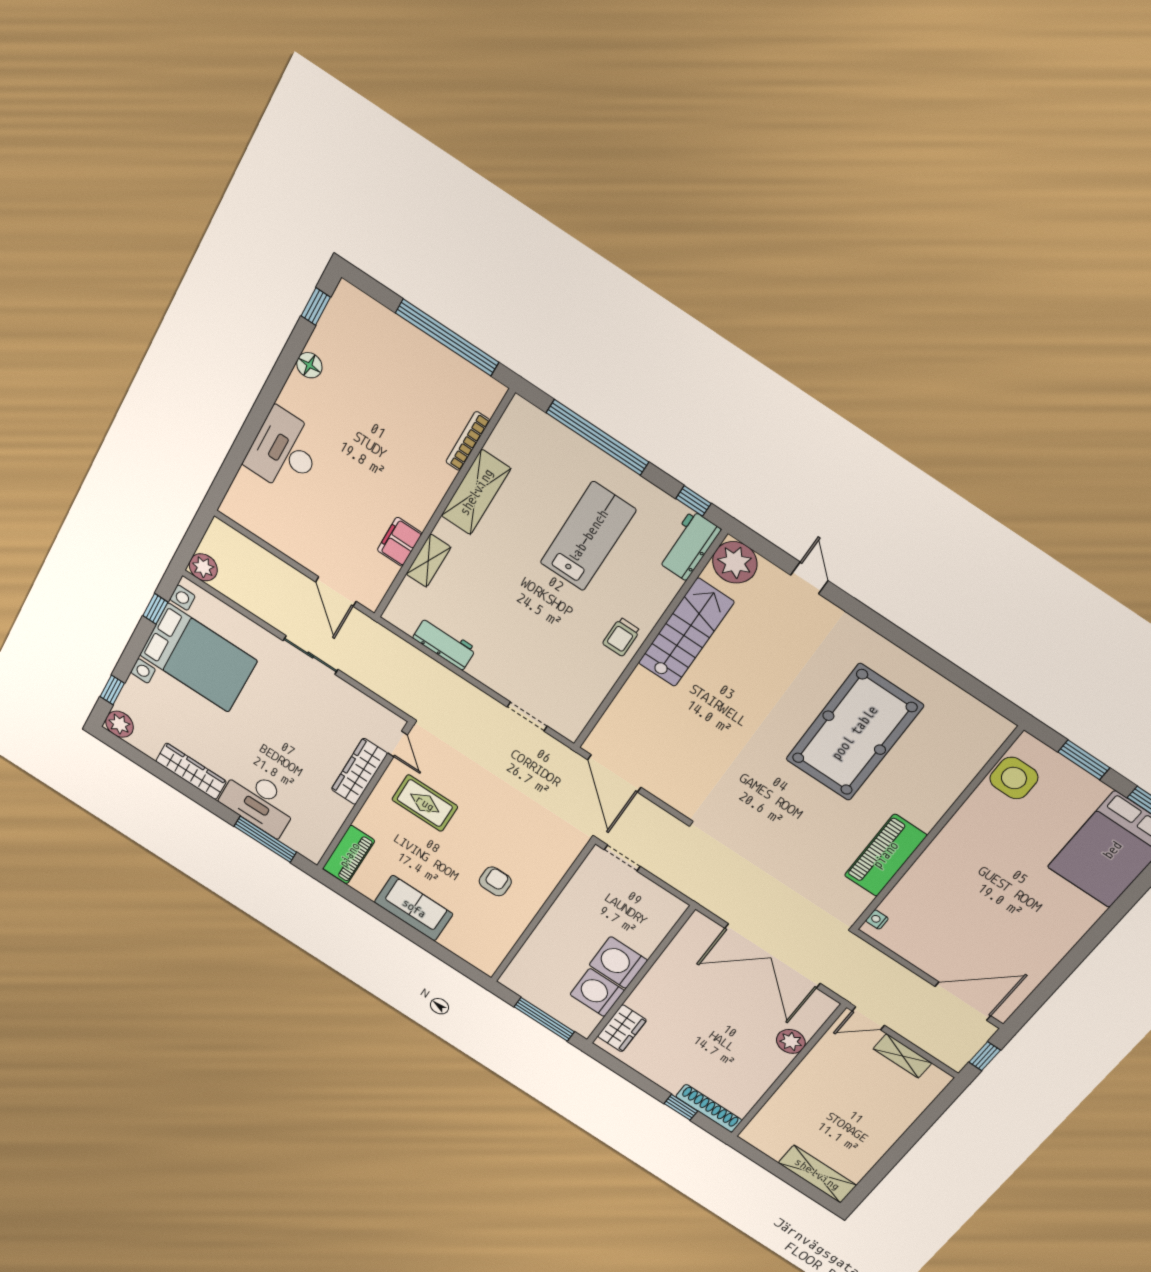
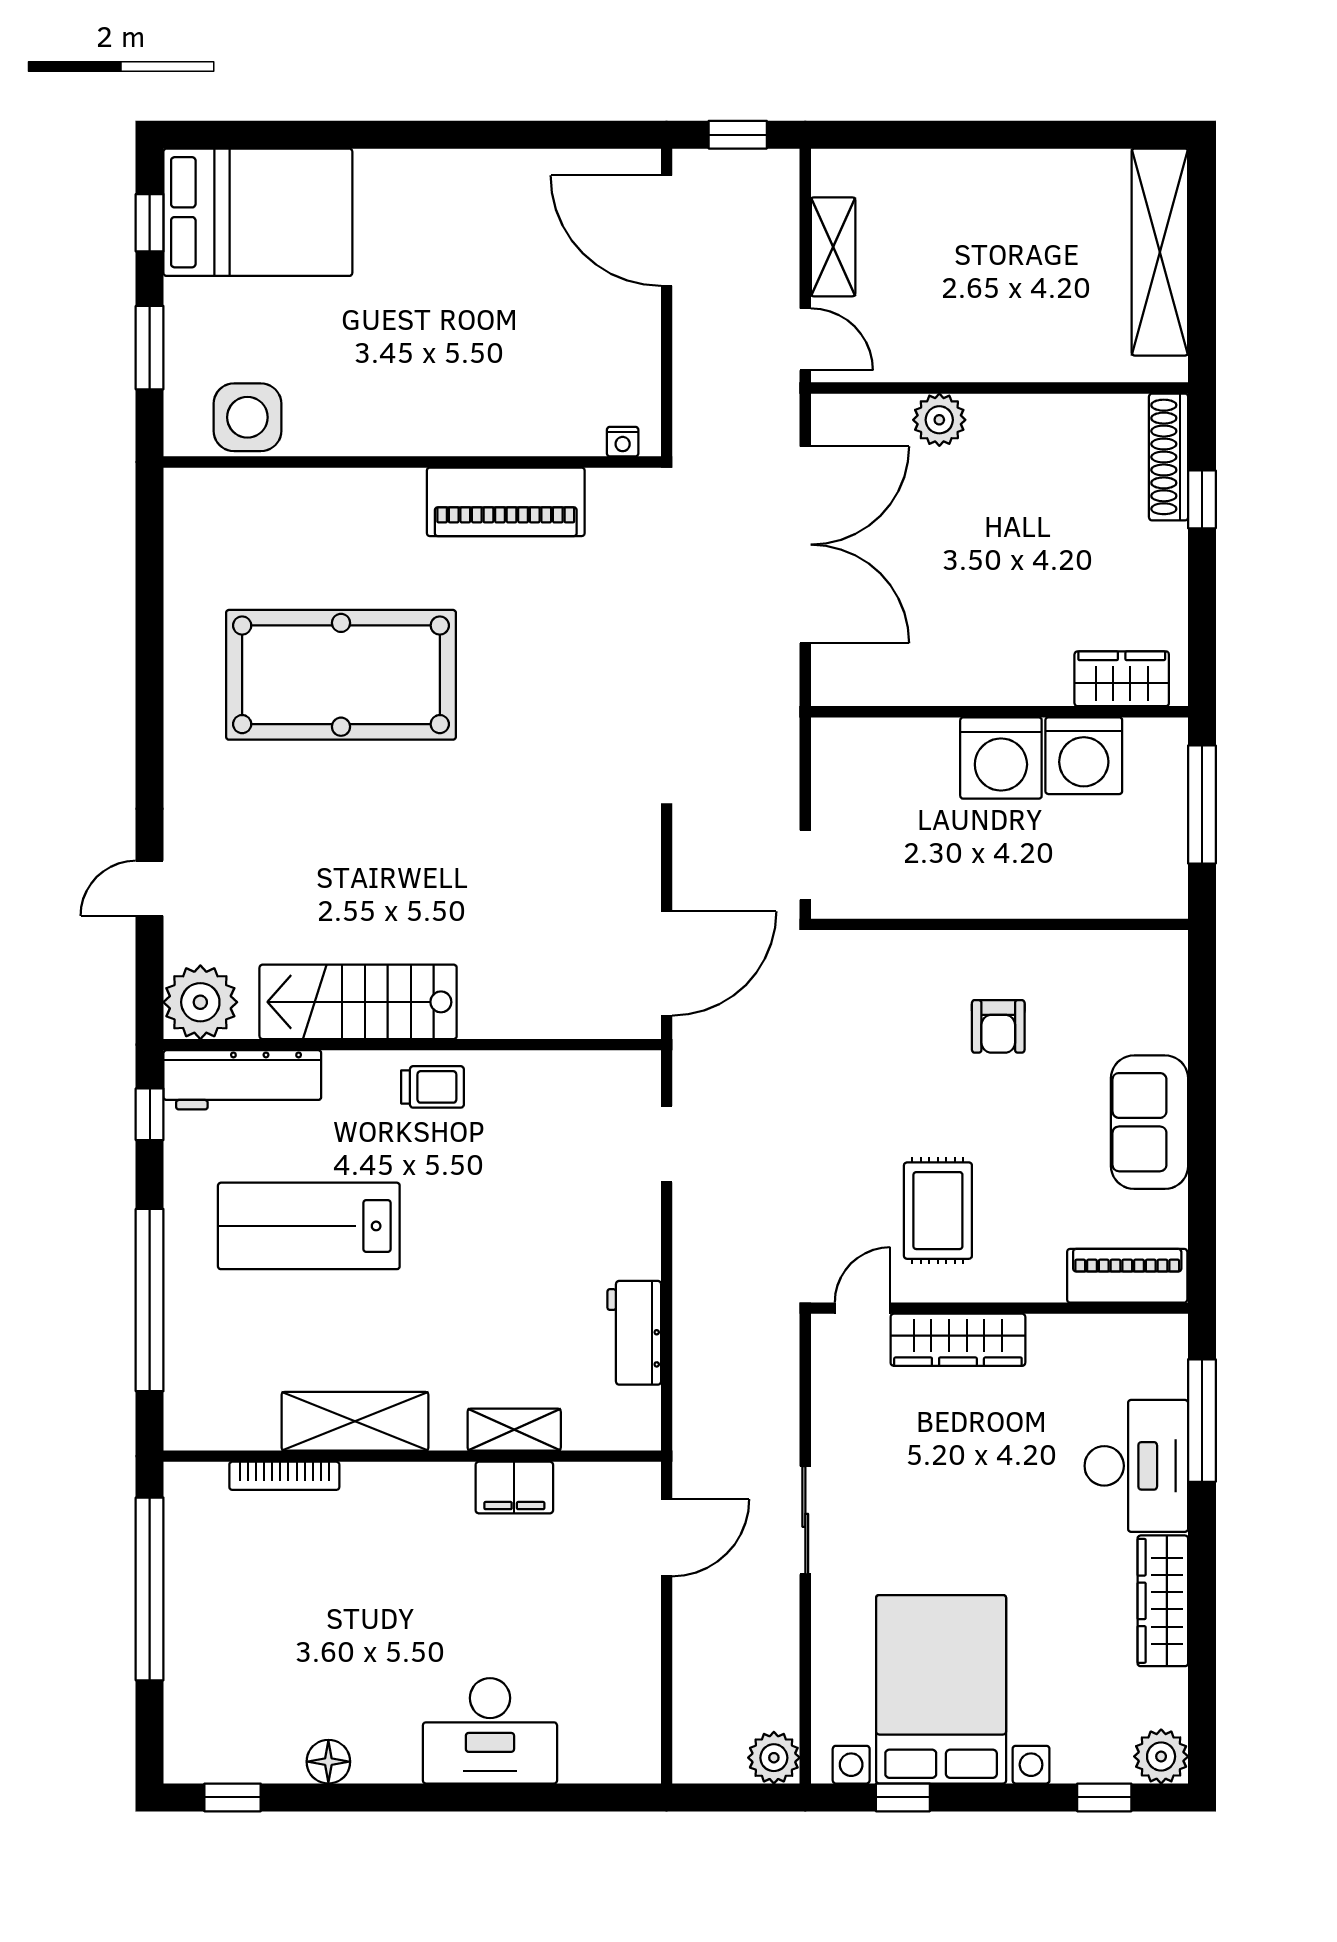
workbench: (689, 546) -> (242, 1080), width x1.38
armchair: (495, 881) -> (998, 1026), turned -90
shelving: (817, 1174) -> (1160, 252), width x1.47

